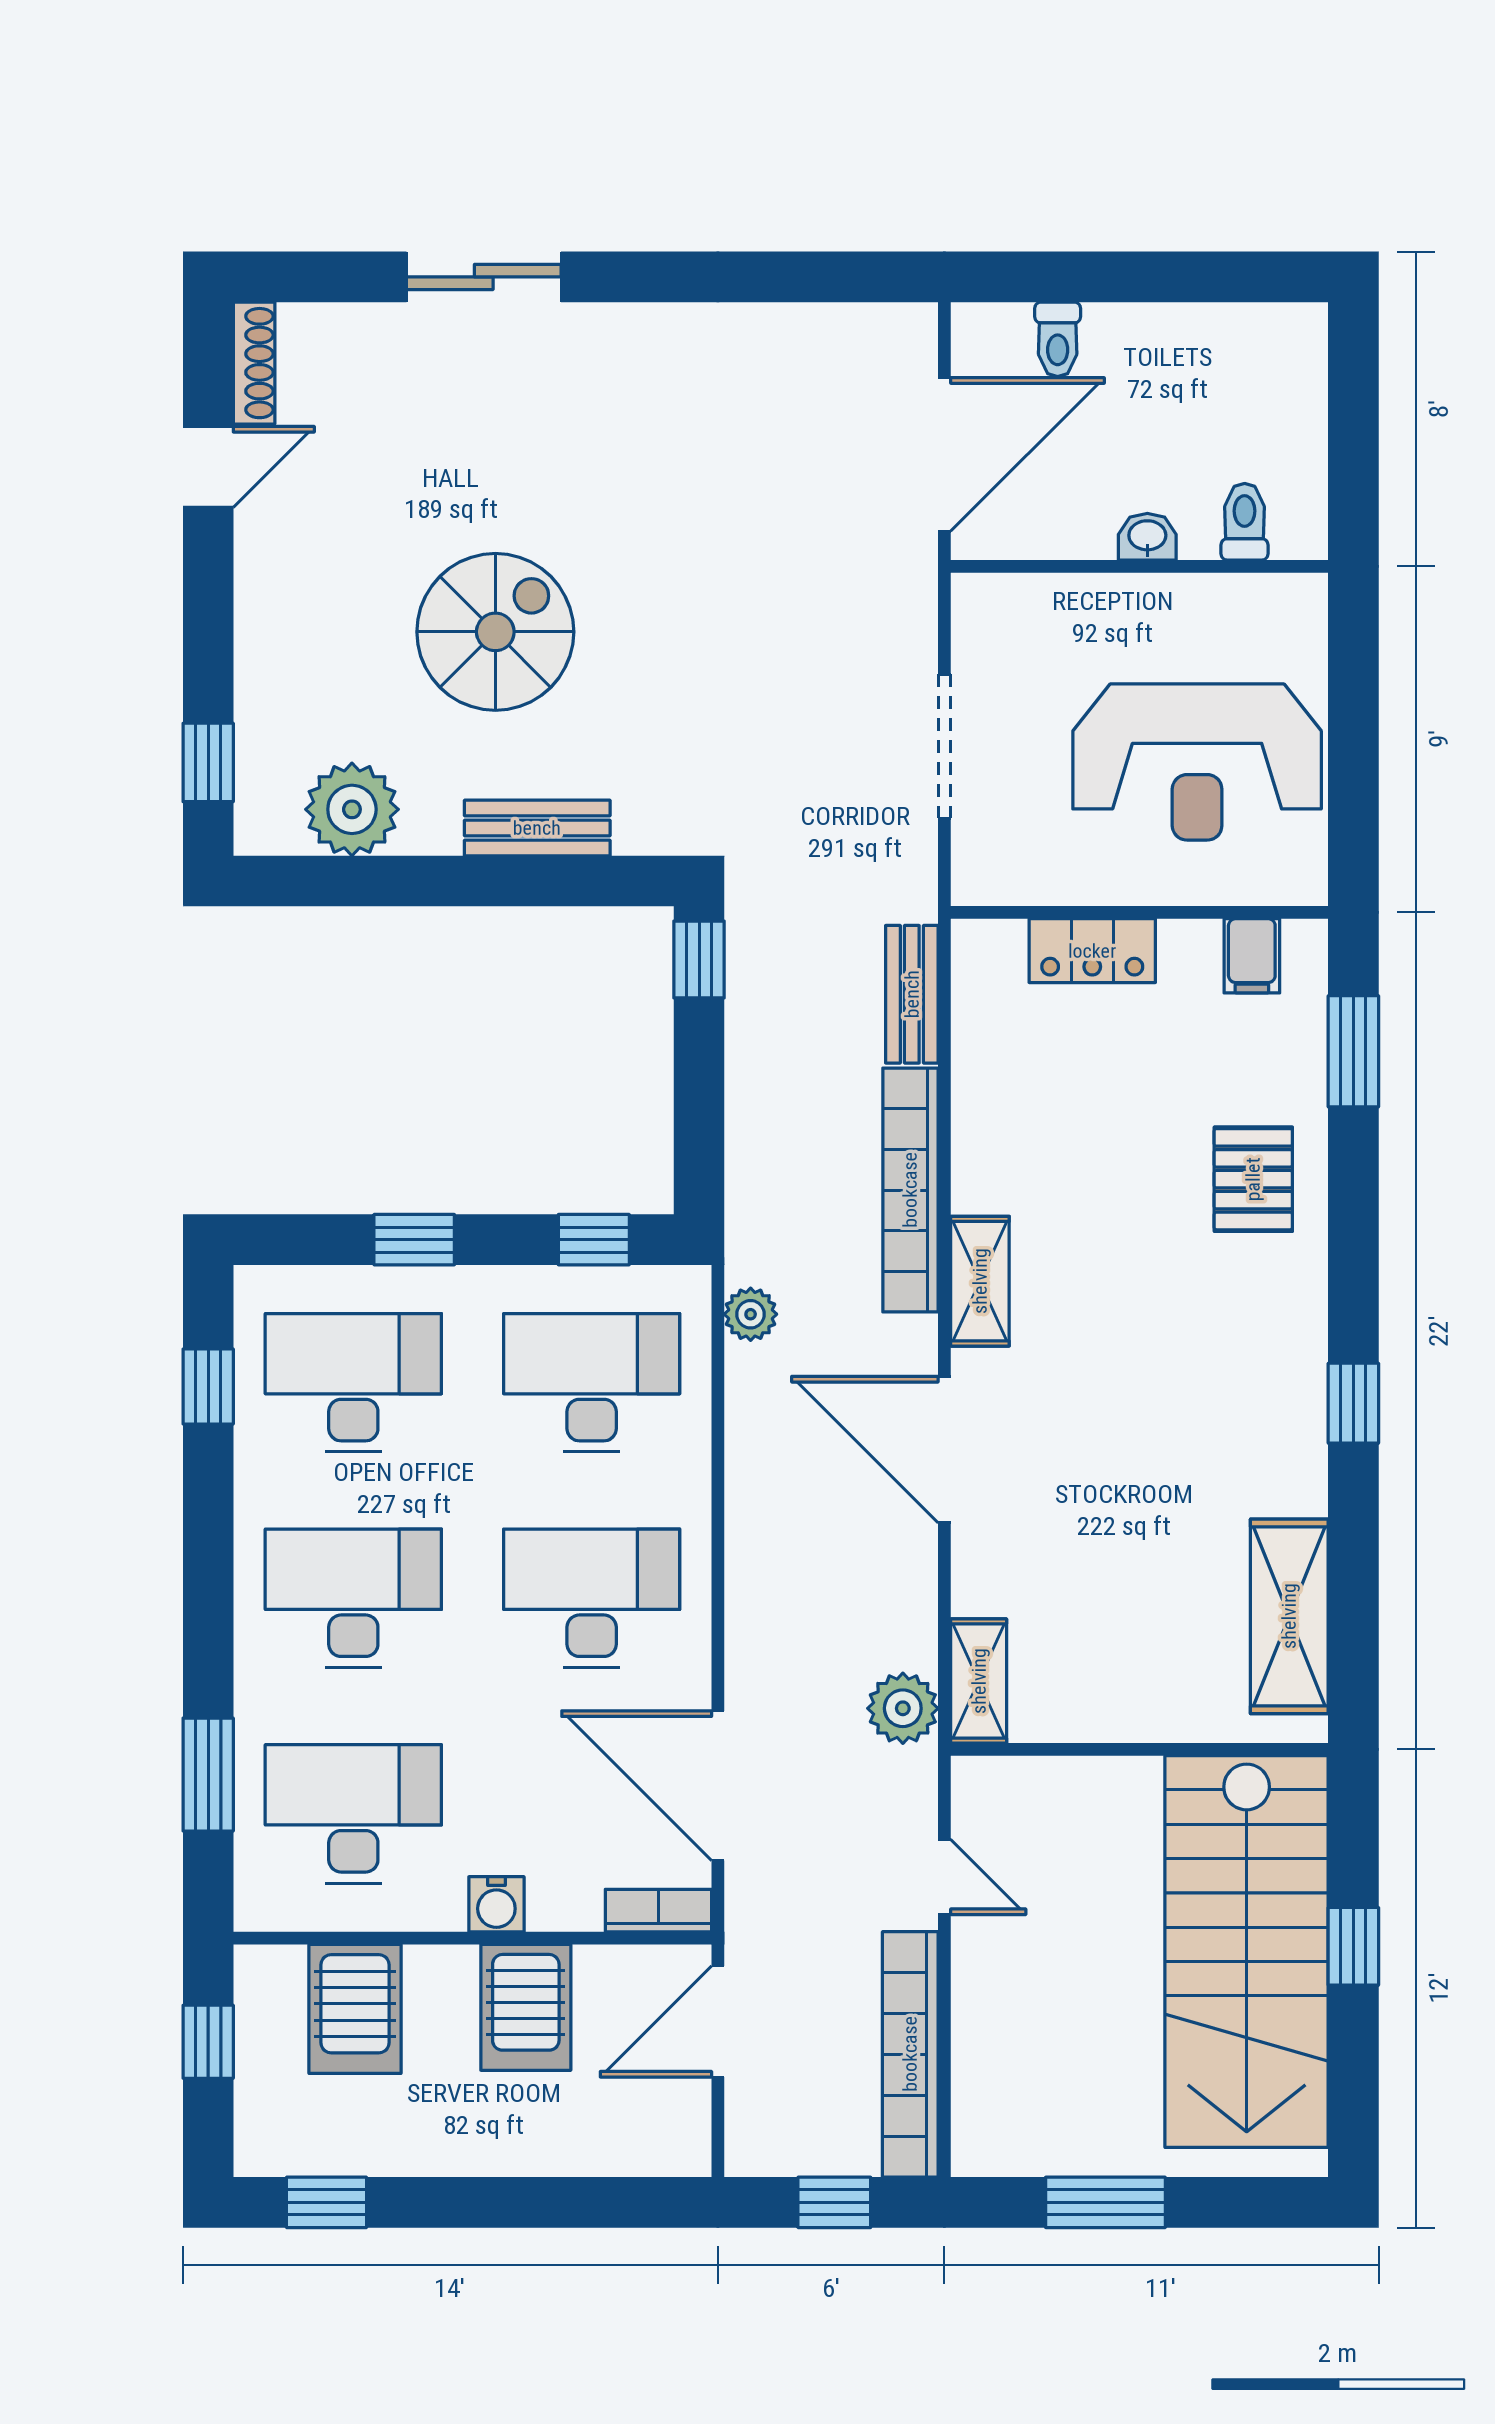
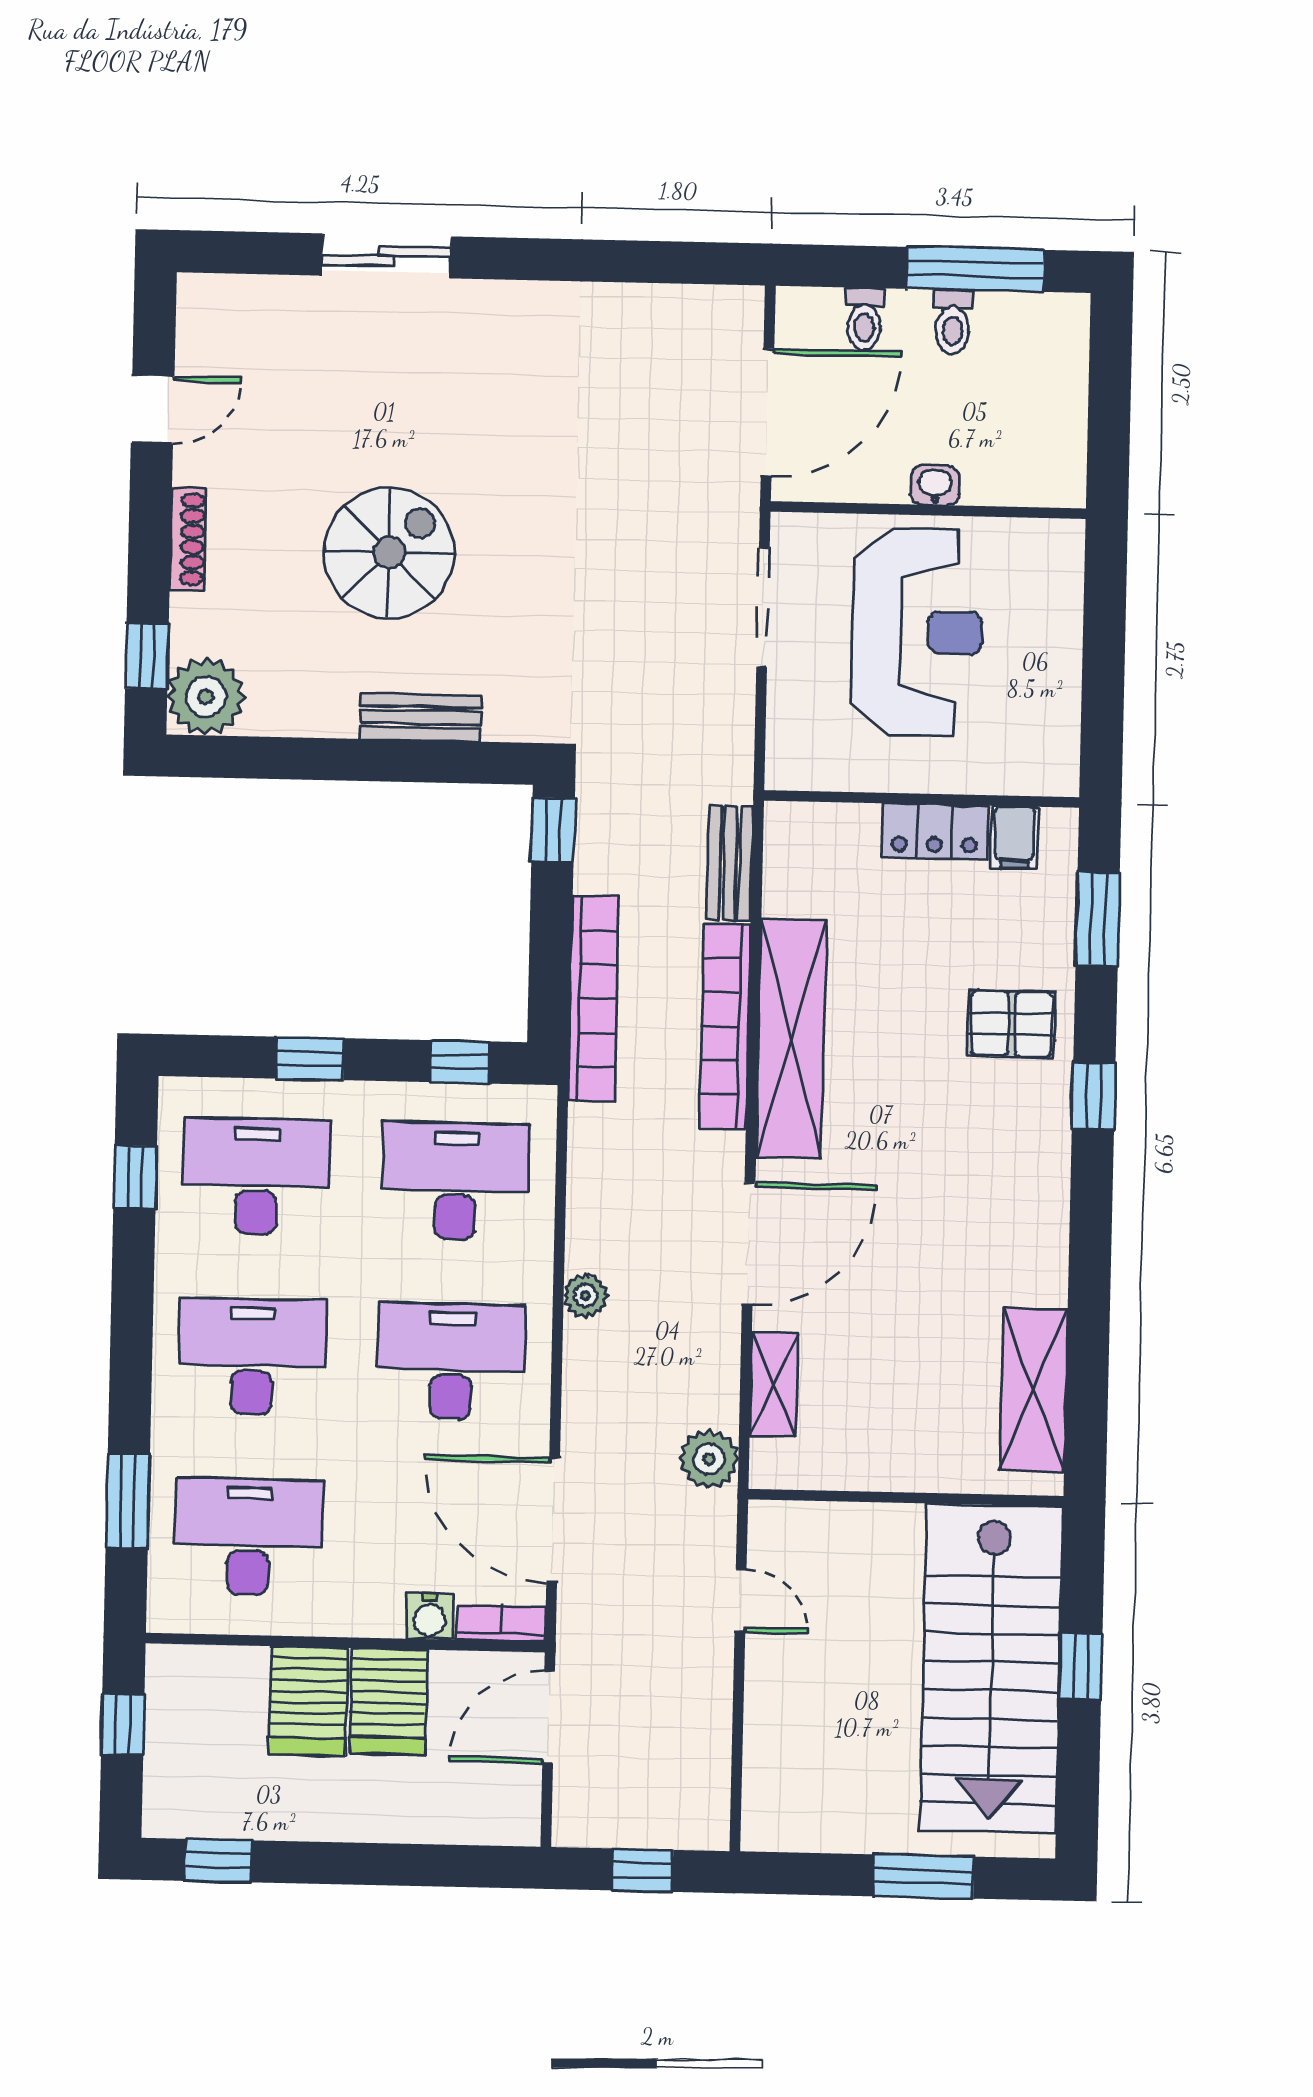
window: (1189, 277) -> (975, 269), added
shoe rack: (254, 363) -> (188, 539), moved
toilet: (1245, 522) -> (953, 322), moved, turned 180
doorway: (944, 746) -> (763, 607), moved
reception desk: (1197, 762) -> (917, 632), moved, turned -90
plant: (352, 809) -> (206, 697), moved
locker: (1092, 951) -> (935, 831), moved
pallet: (1253, 1179) -> (1012, 1024), turned 90
shelving: (980, 1281) -> (791, 1039), width x2.20, depth x1.33
plant: (751, 1314) -> (585, 1296), moved
window: (1353, 1403) -> (1094, 1096), moved
door: (944, 1450) -> (749, 1244), swing flipped
shelving: (979, 1681) -> (774, 1385), moved
water cooler: (496, 1904) -> (430, 1616), moved
server rack: (355, 2009) -> (308, 1701), moved
bookcase: (910, 2054) -> (593, 998), moved, turned 180
window: (1105, 2202) -> (924, 1877), moved

